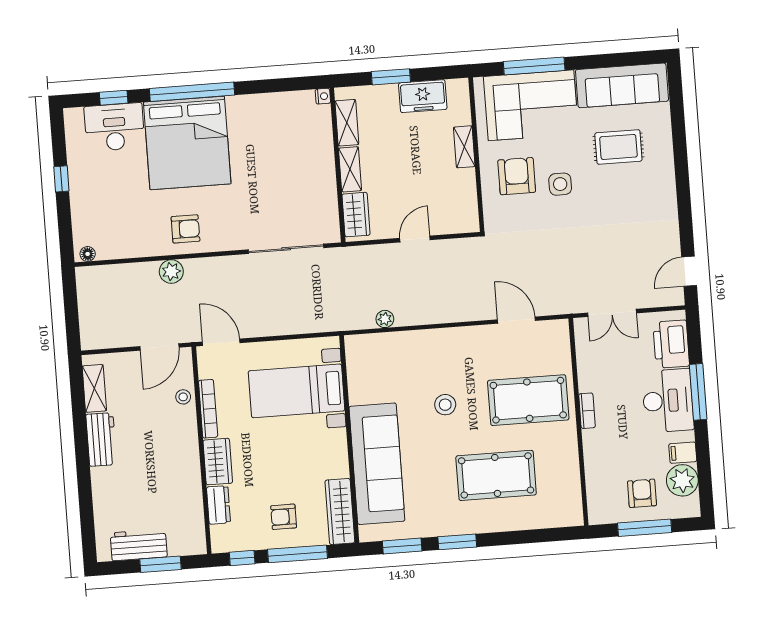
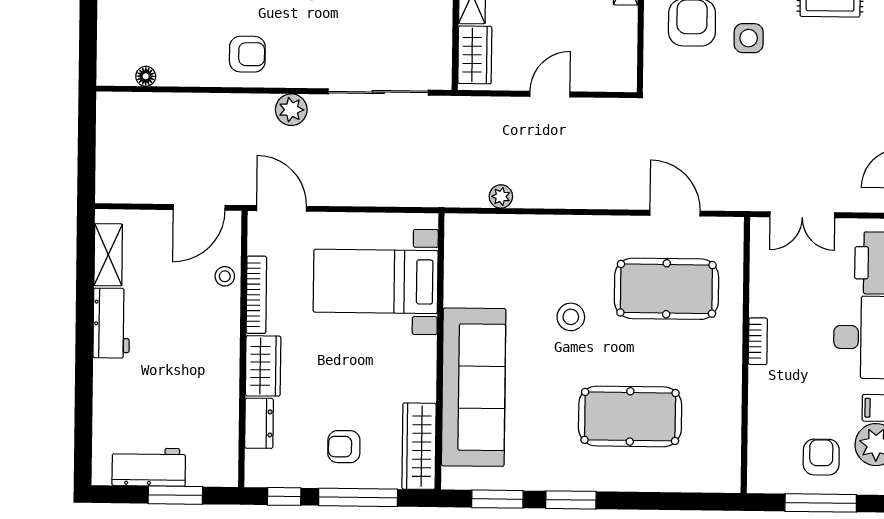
floor lamp: (88, 254) -> (146, 76), moved
plant: (171, 272) -> (291, 110), moved
pool table: (528, 400) -> (666, 289), moved

